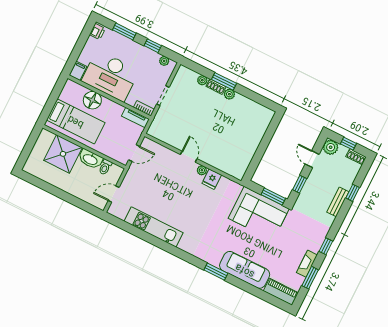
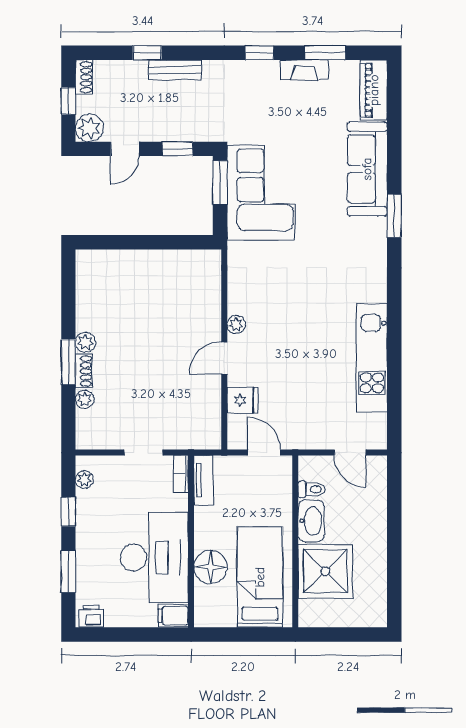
fridge: (212, 179) -> (243, 400), moved

